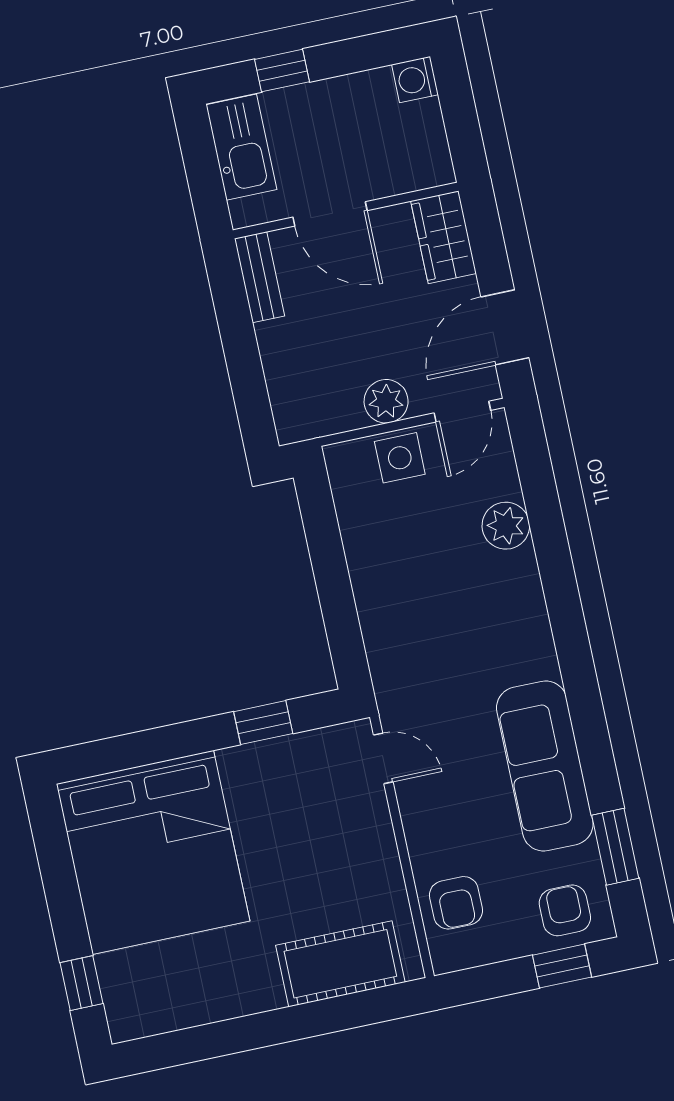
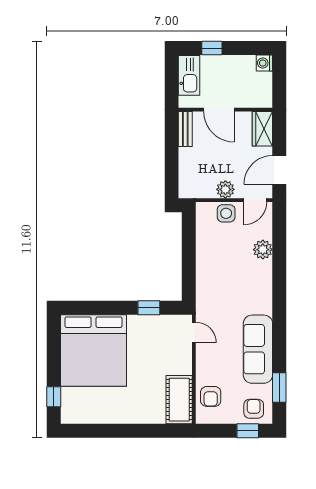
cot: (340, 964) -> (179, 400), moved, turned 90

